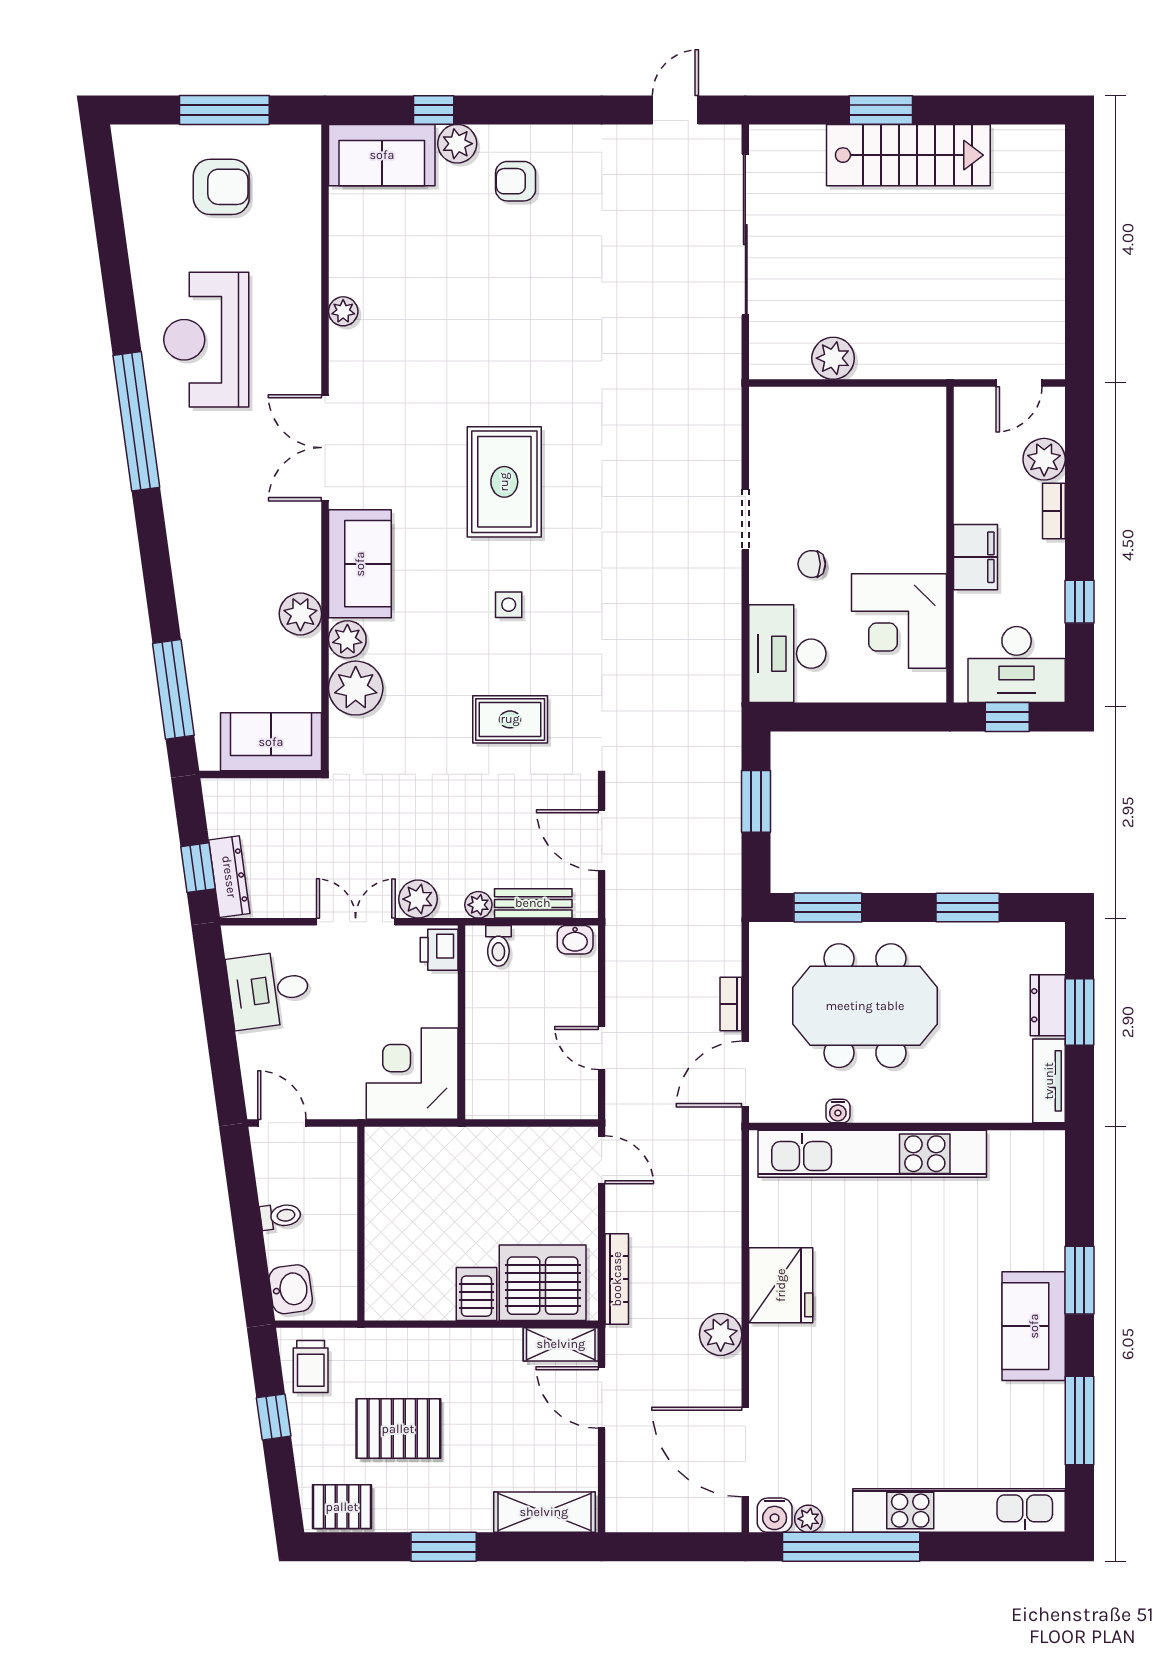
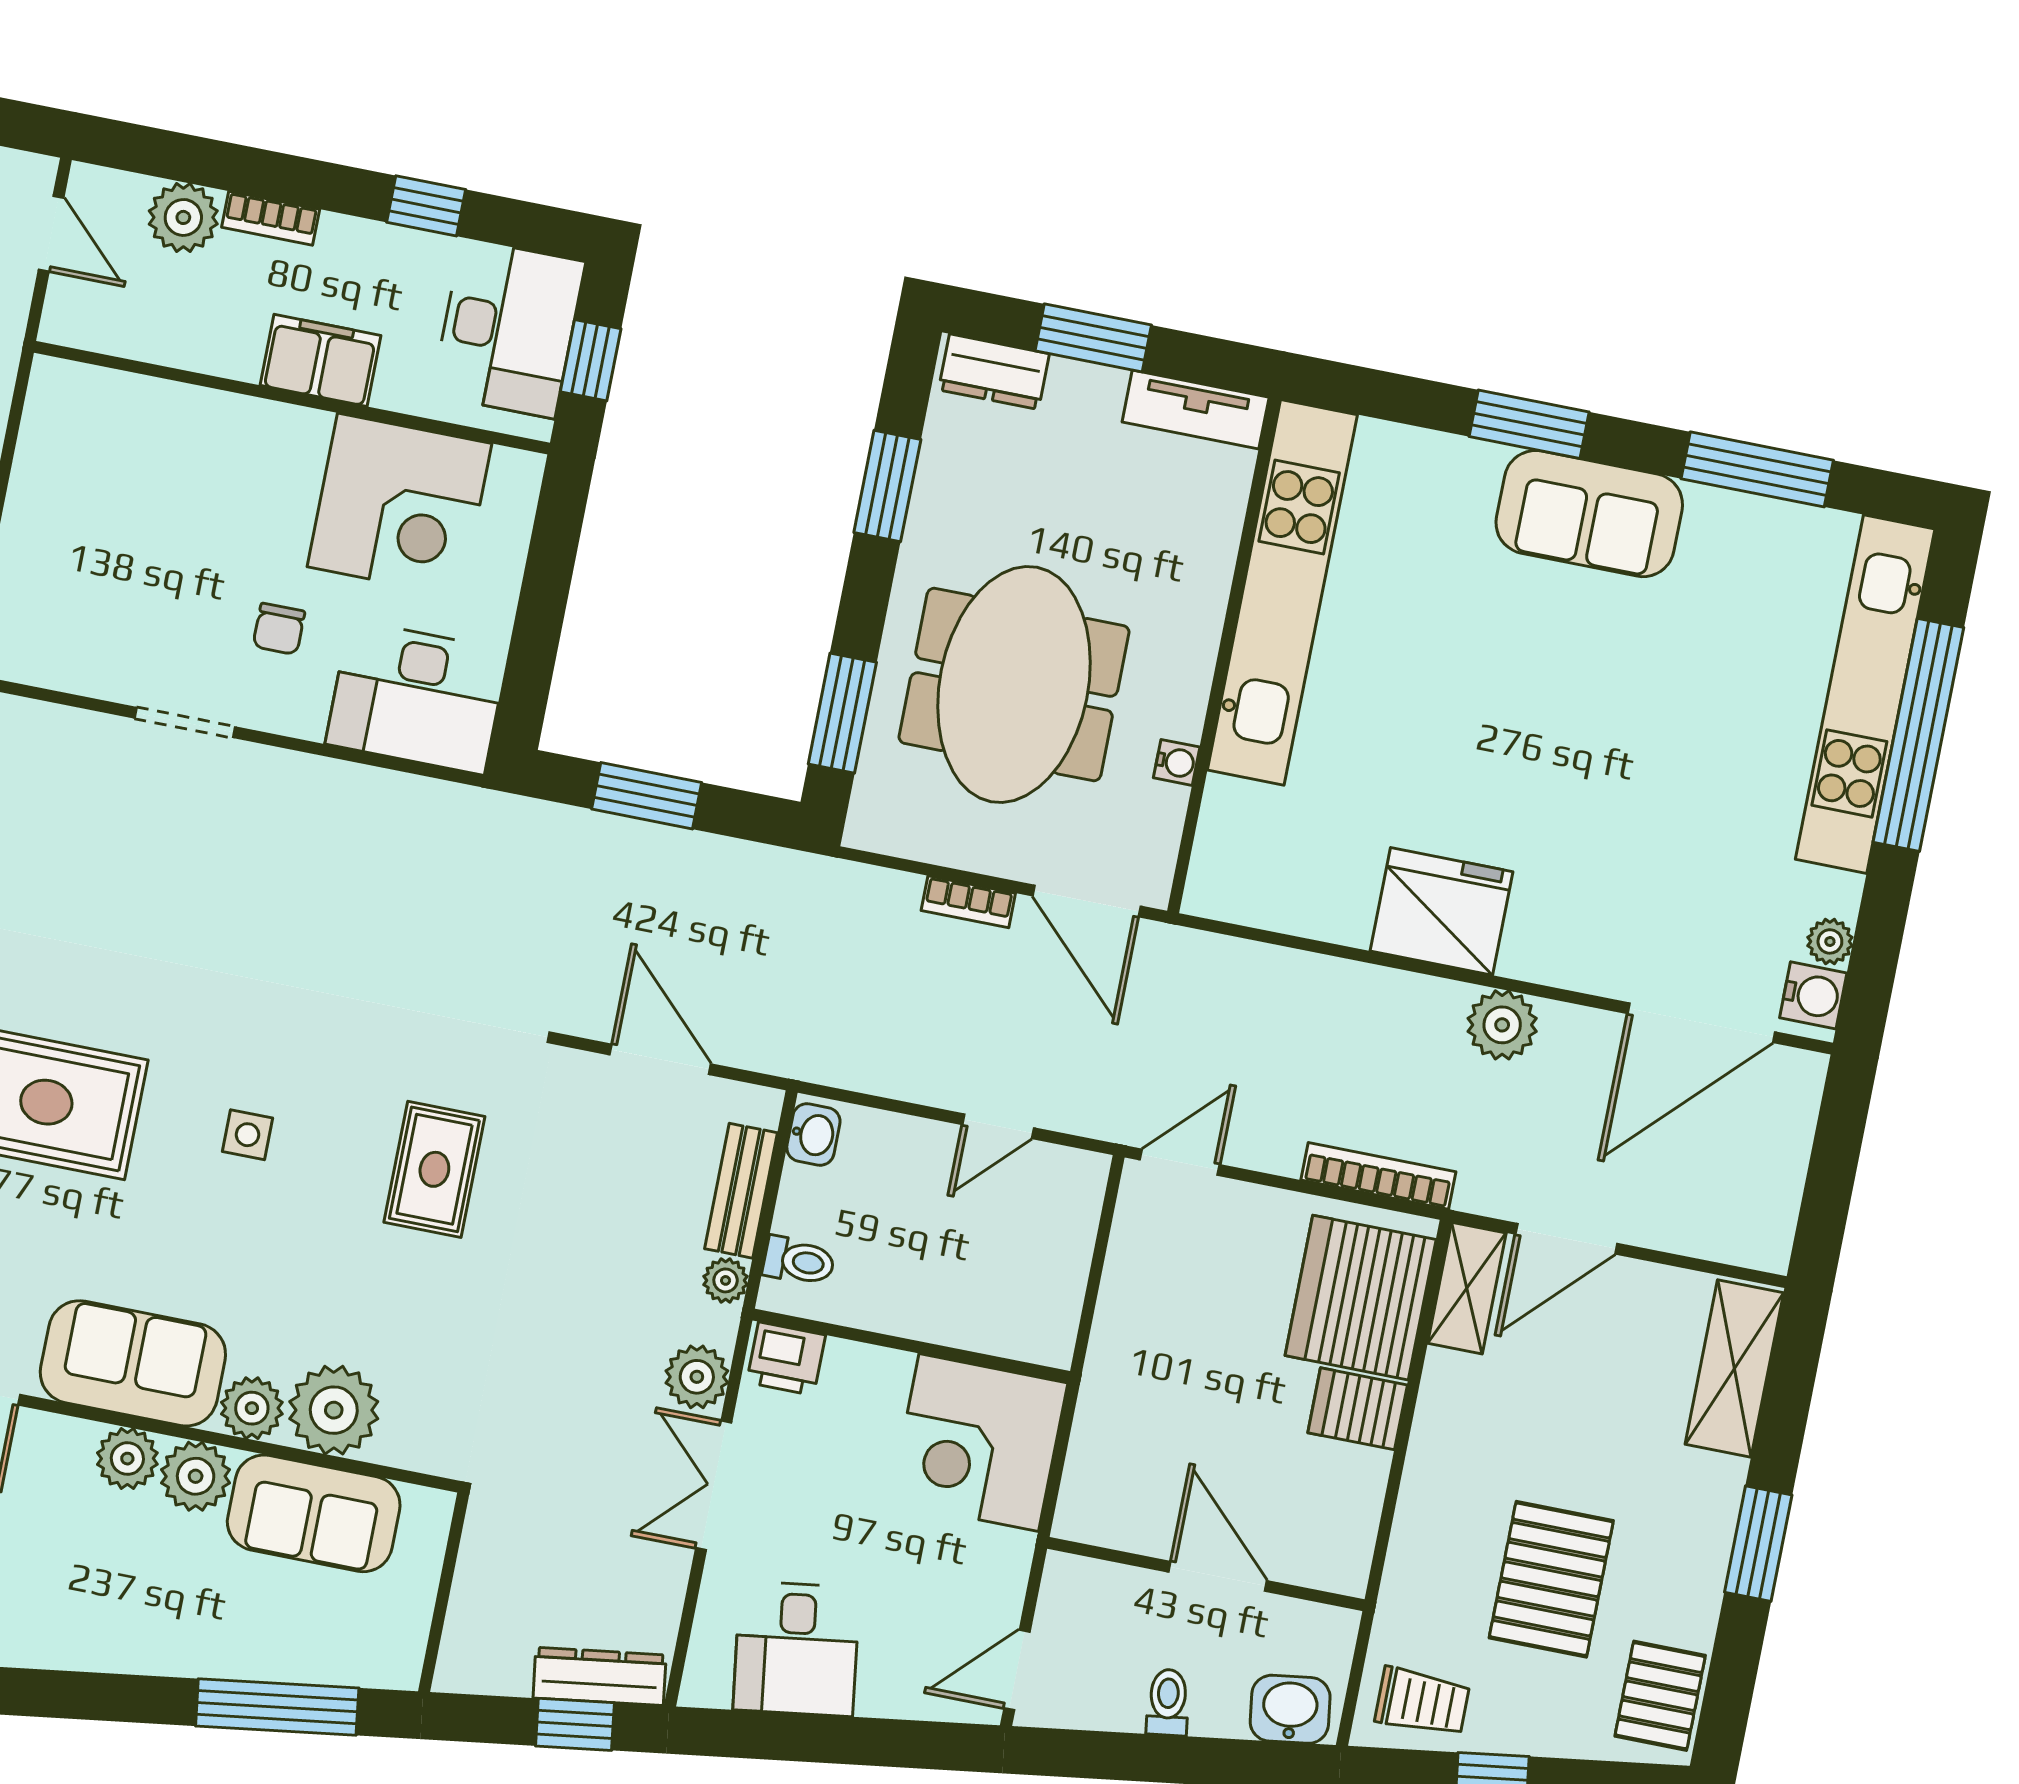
plant: (303, 572) -> (127, 1459), added
sofa: (271, 742) -> (314, 1513), moved, turned -90
door: (602, 840) -> (660, 1059), swing flipped
dresser: (1048, 1005) -> (994, 372), moved
kitchen unit: (872, 1154) -> (1282, 592), moved
door: (361, 1231) -> (1218, 1576), added
window: (851, 1547) -> (1918, 735), moved

